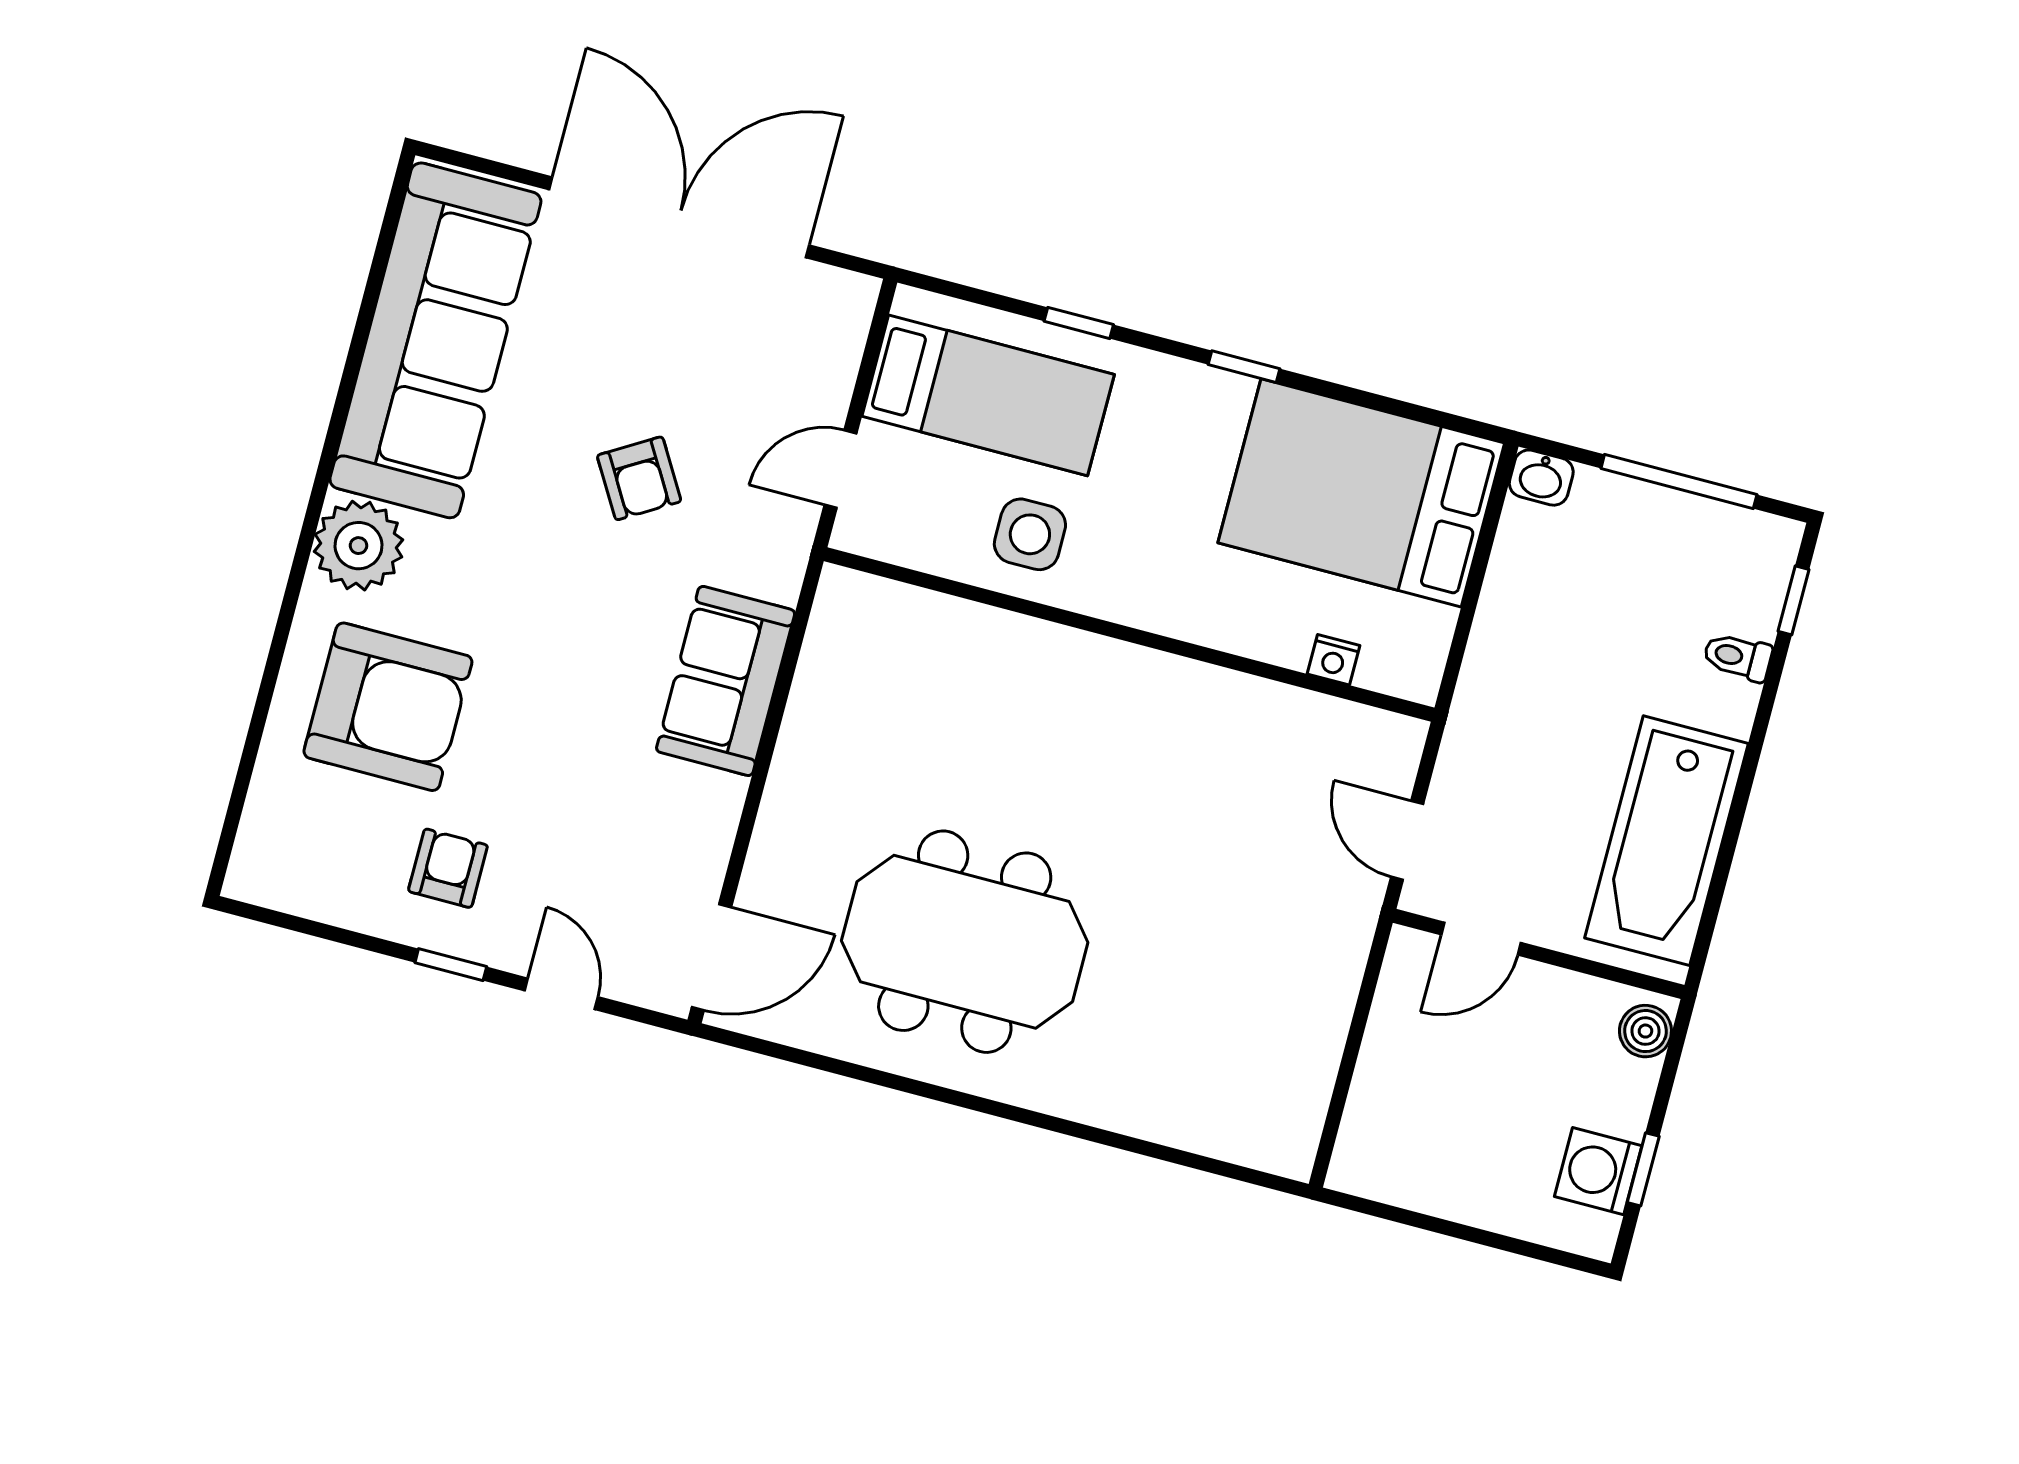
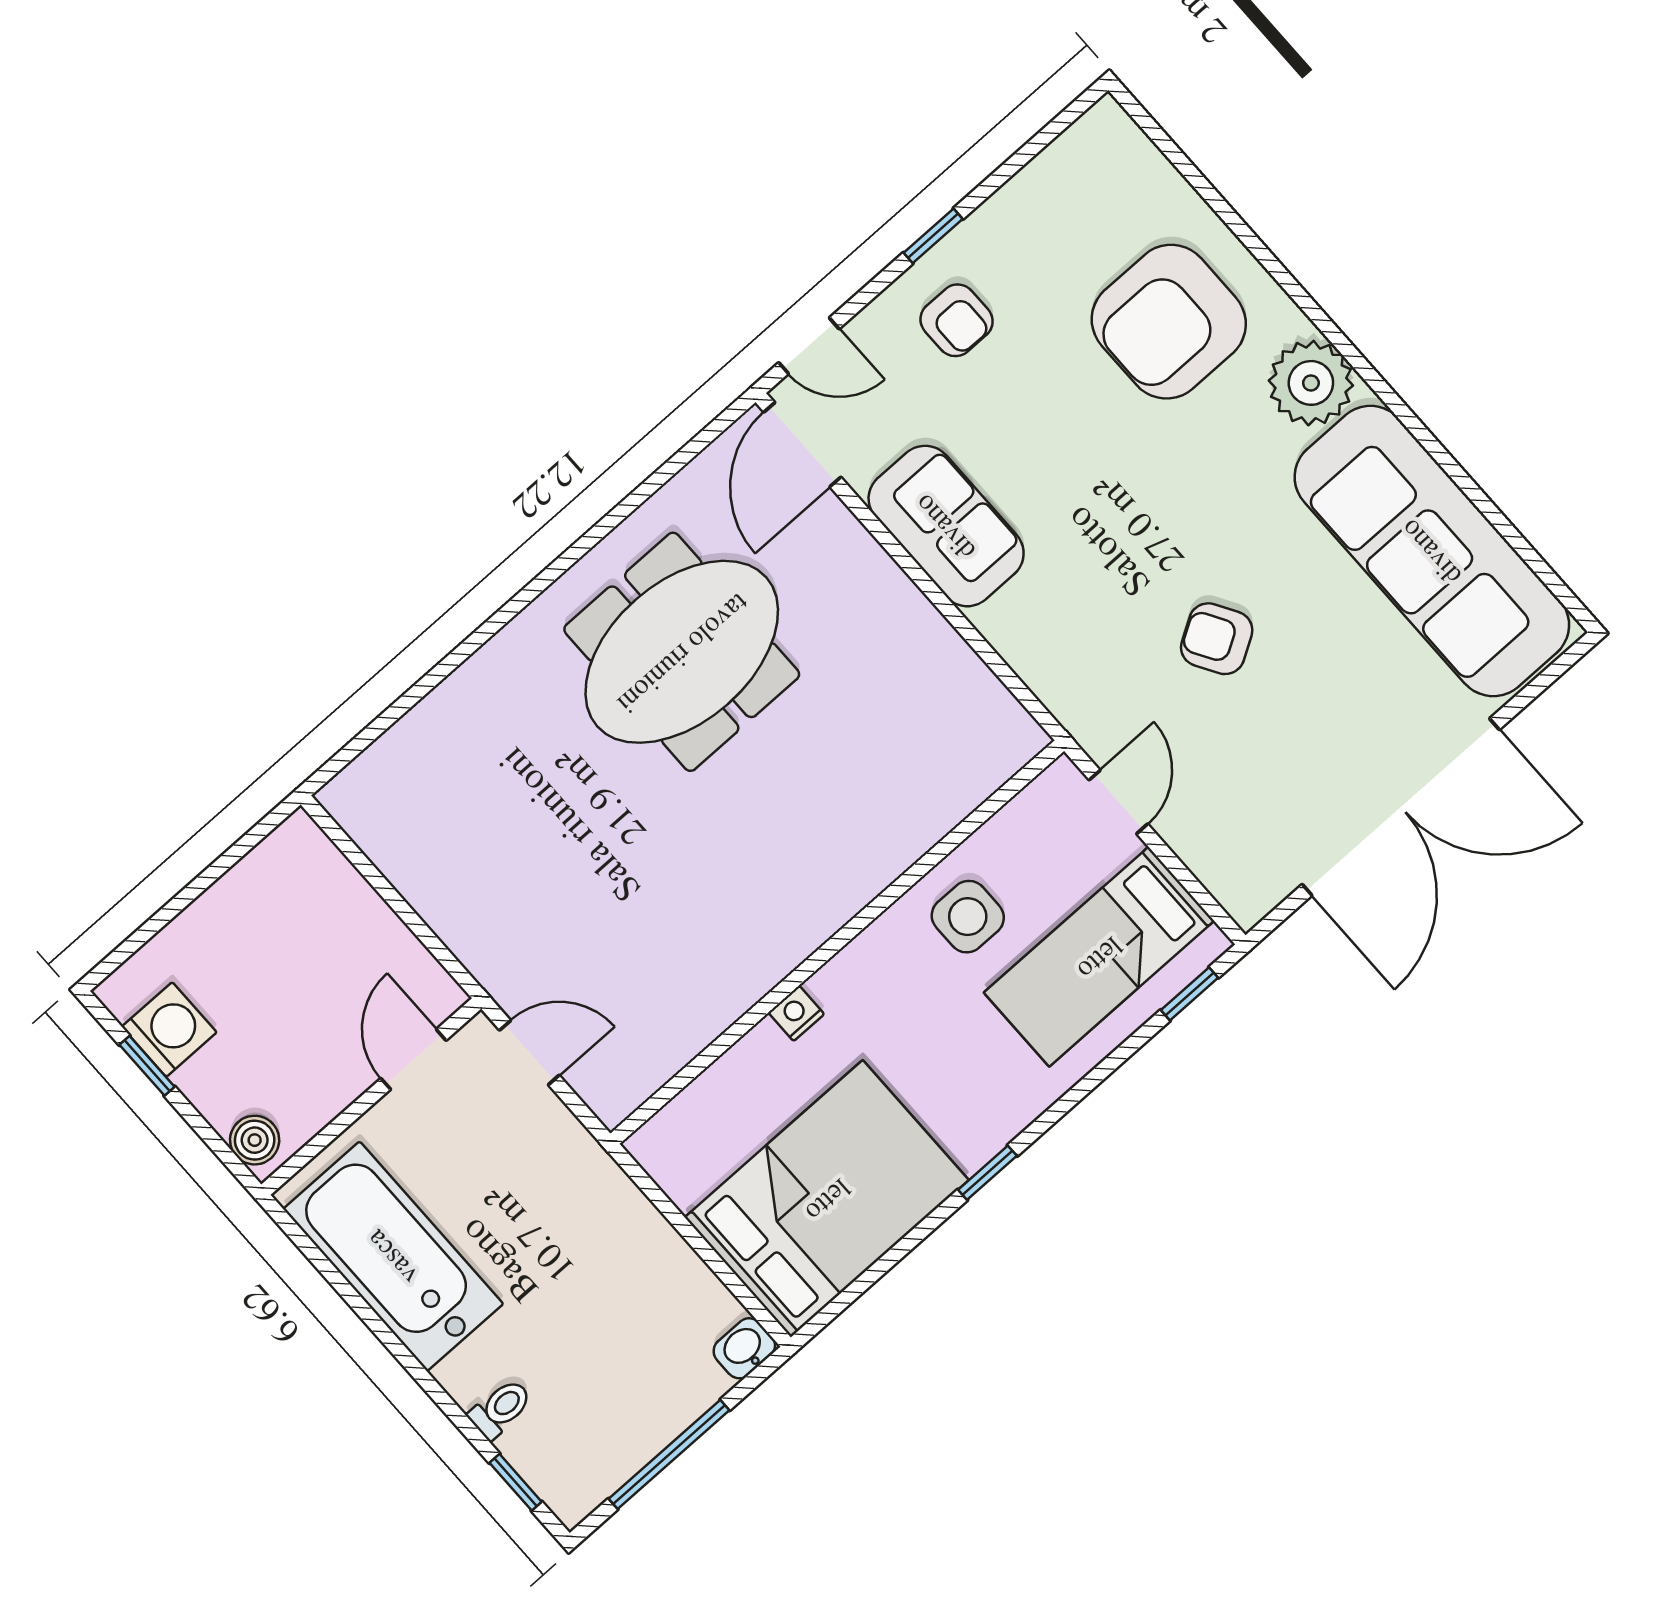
window: (1079, 323) -> (1190, 994), moved
nightstand: (1333, 660) -> (796, 1013), moved
sofa: (726, 681) -> (946, 526), moved
armchair: (448, 868) -> (957, 320), moved
door: (561, 994) -> (809, 346), moved

